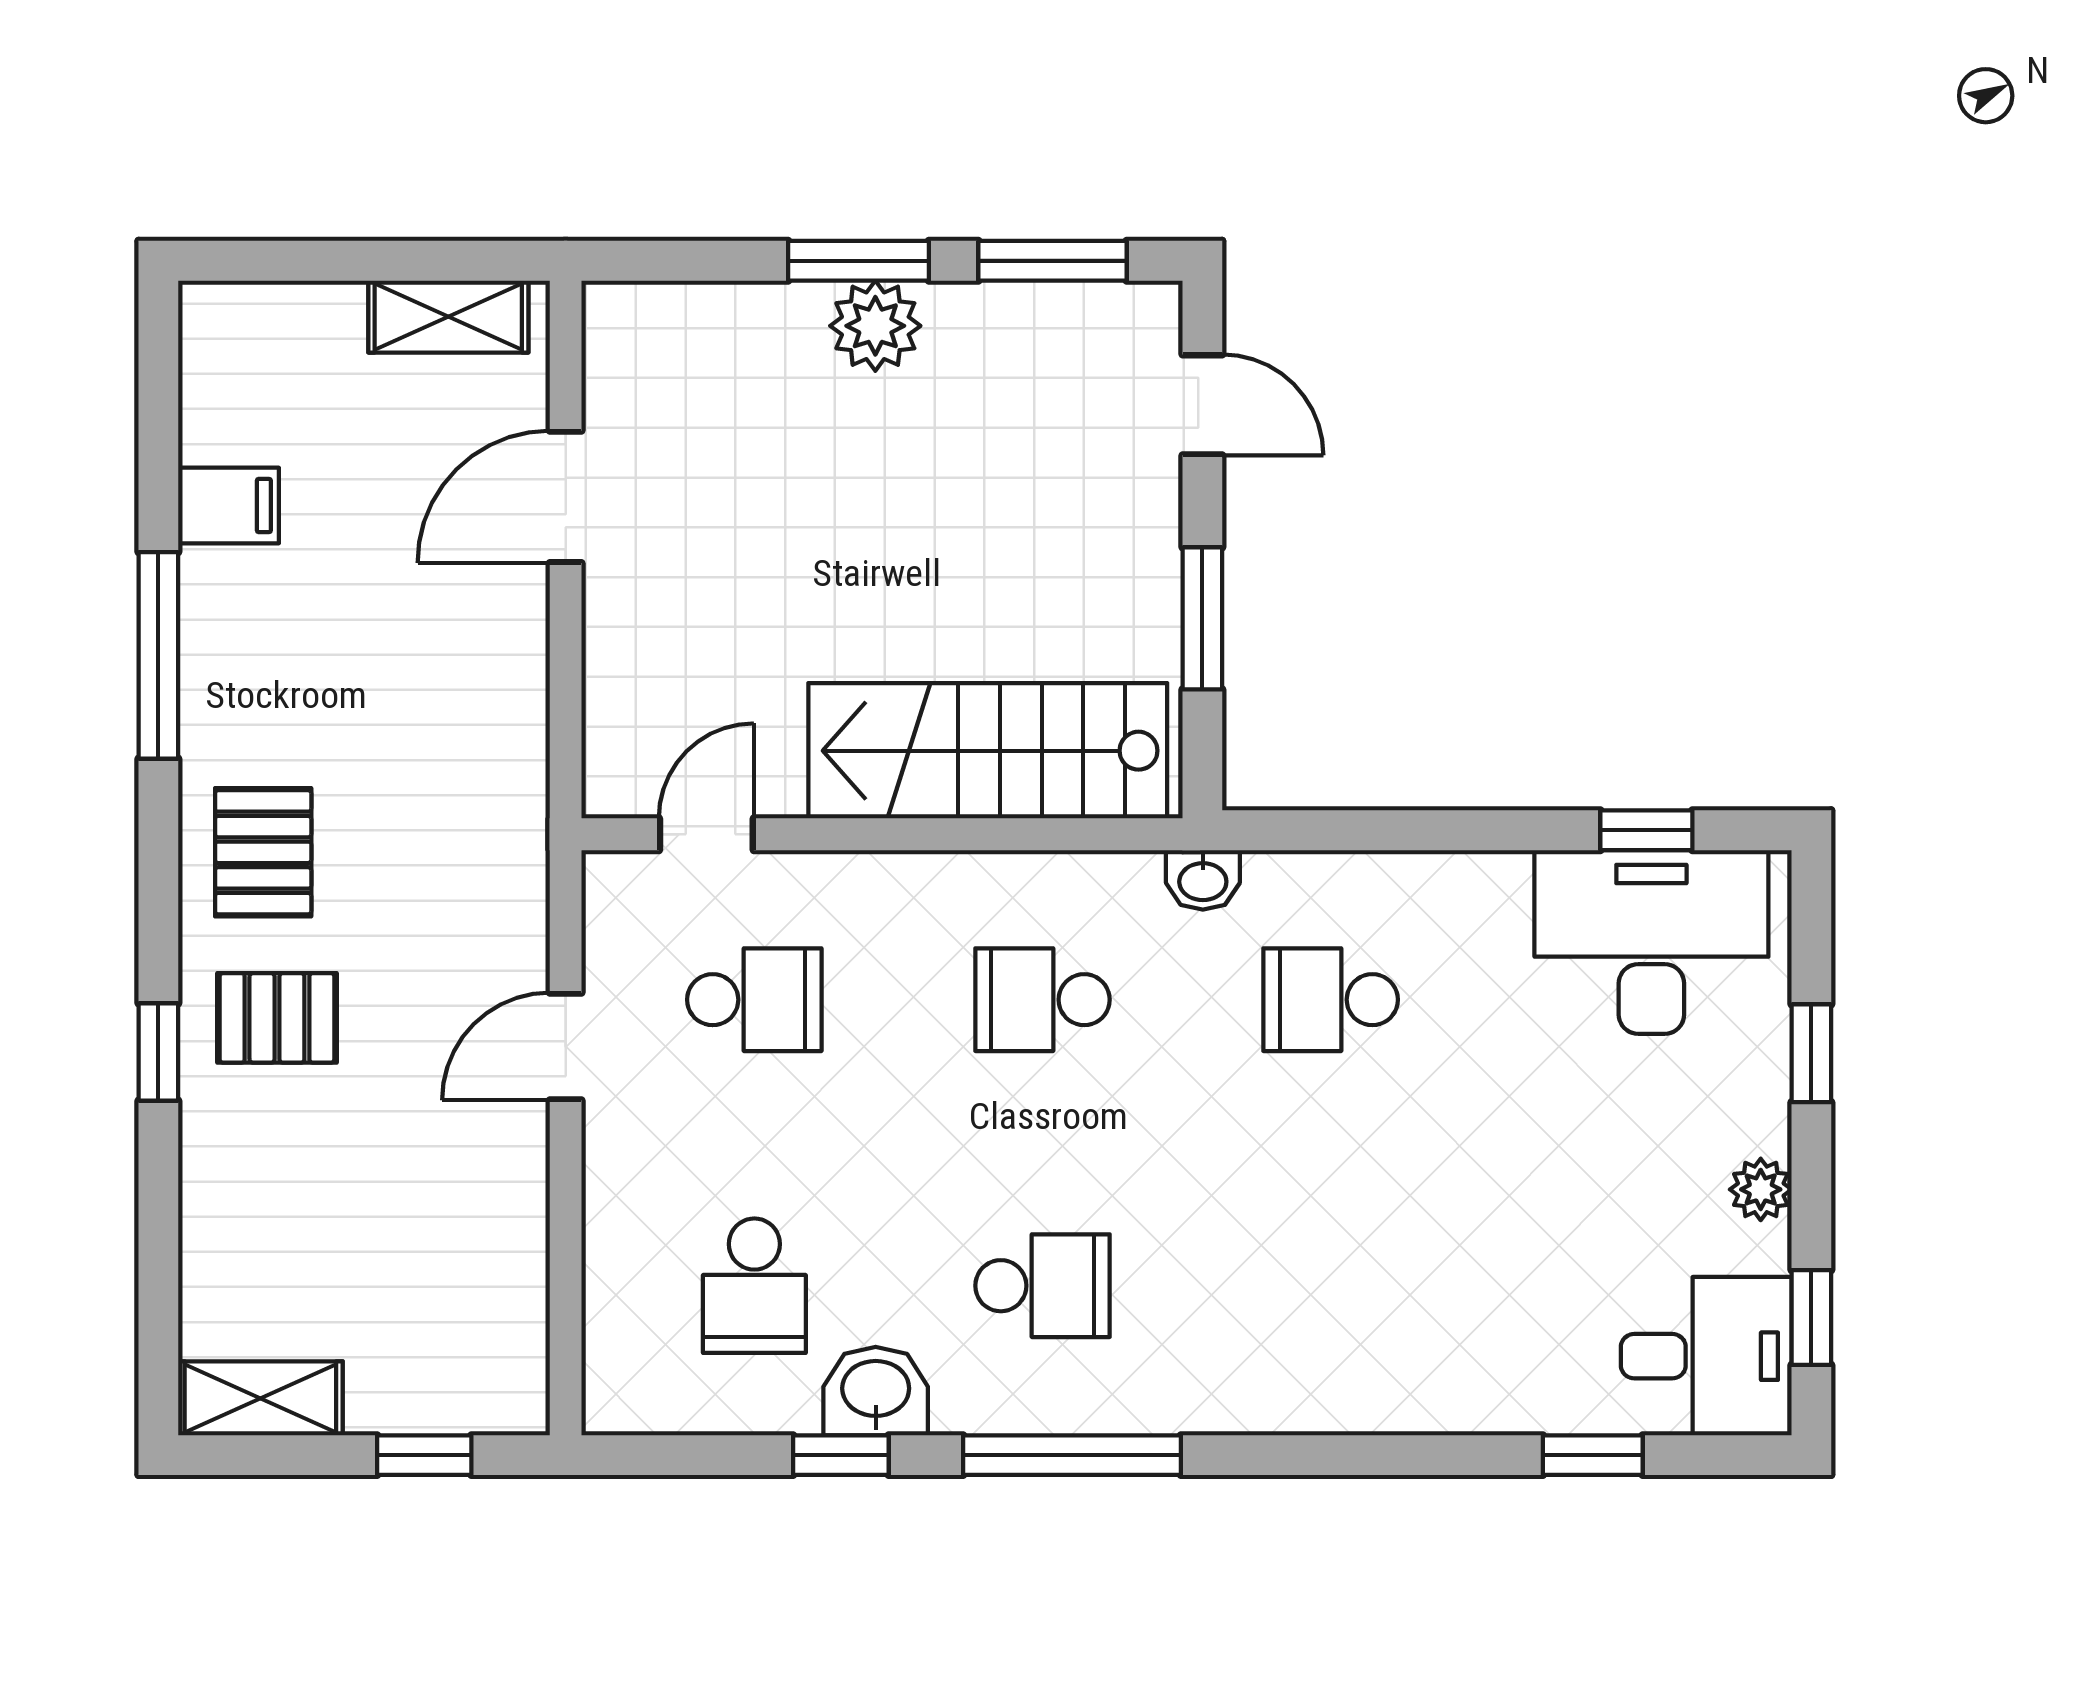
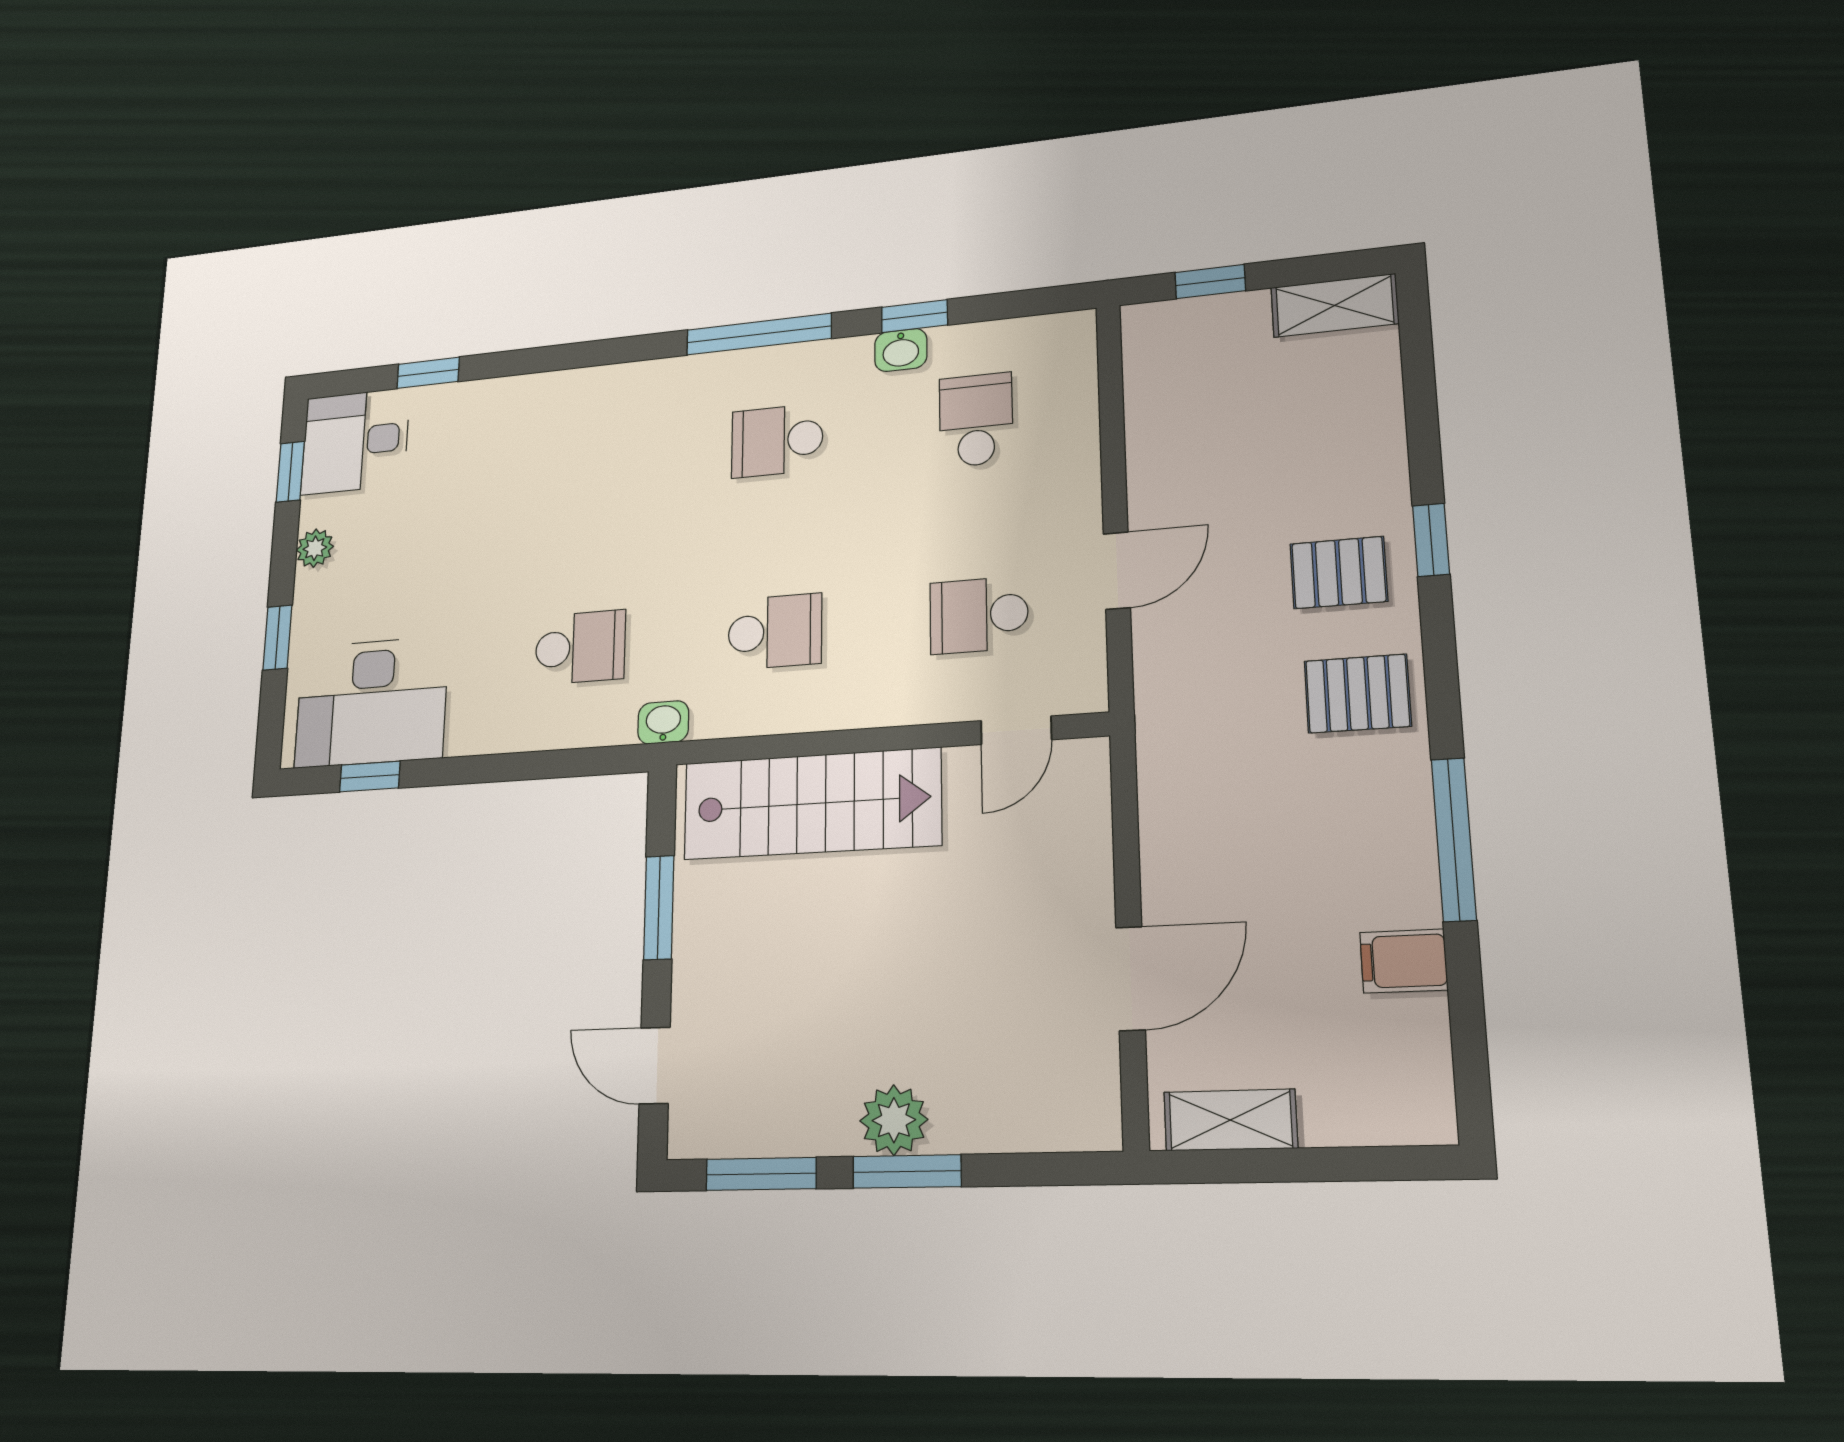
pallet: (263, 852) -> (1357, 694), turned 90
washbasin: (876, 1391) -> (901, 350), width x0.72, depth x0.69

